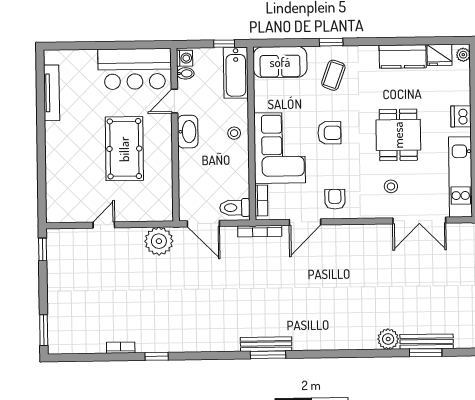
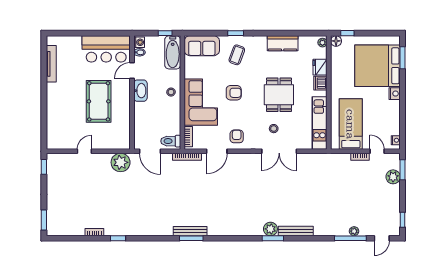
fridge: (440, 55) -> (320, 67), moved, turned 90
double door: (419, 221) -> (279, 151), moved
window: (426, 353) -> (273, 238), moved

